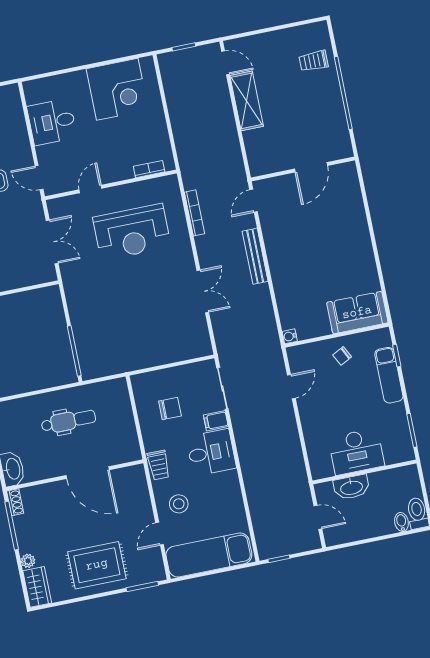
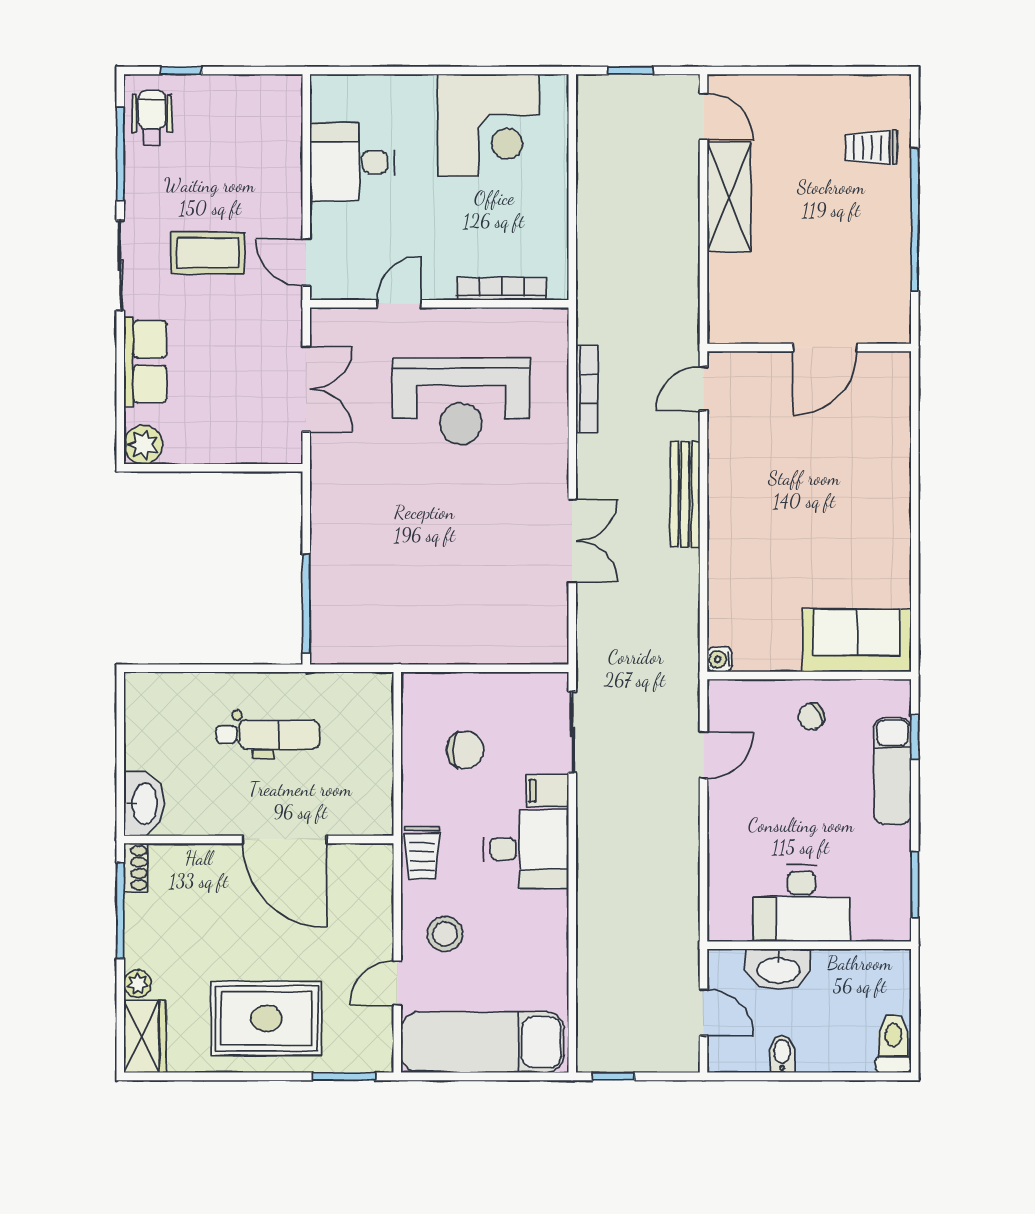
bookcase: (149, 169) -> (502, 289), width x1.56
bidet: (401, 522) -> (782, 1054), moved

